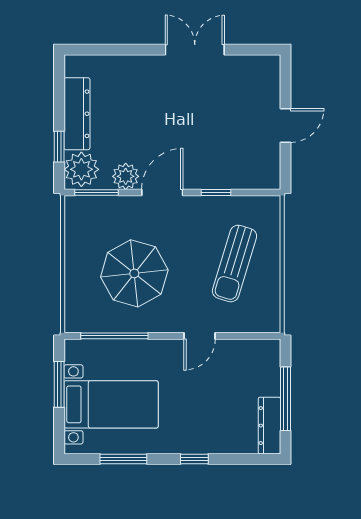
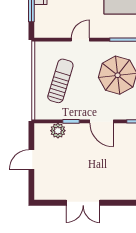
plant: (126, 176) -> (58, 131), moved
door: (162, 193) -> (102, 121), hinge flipped

